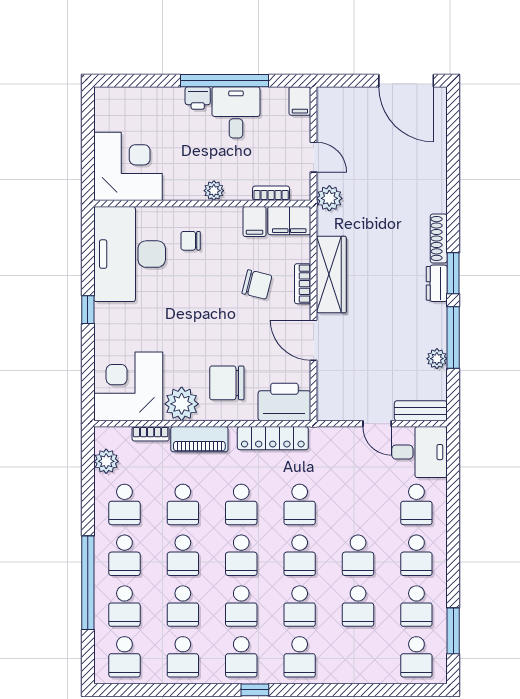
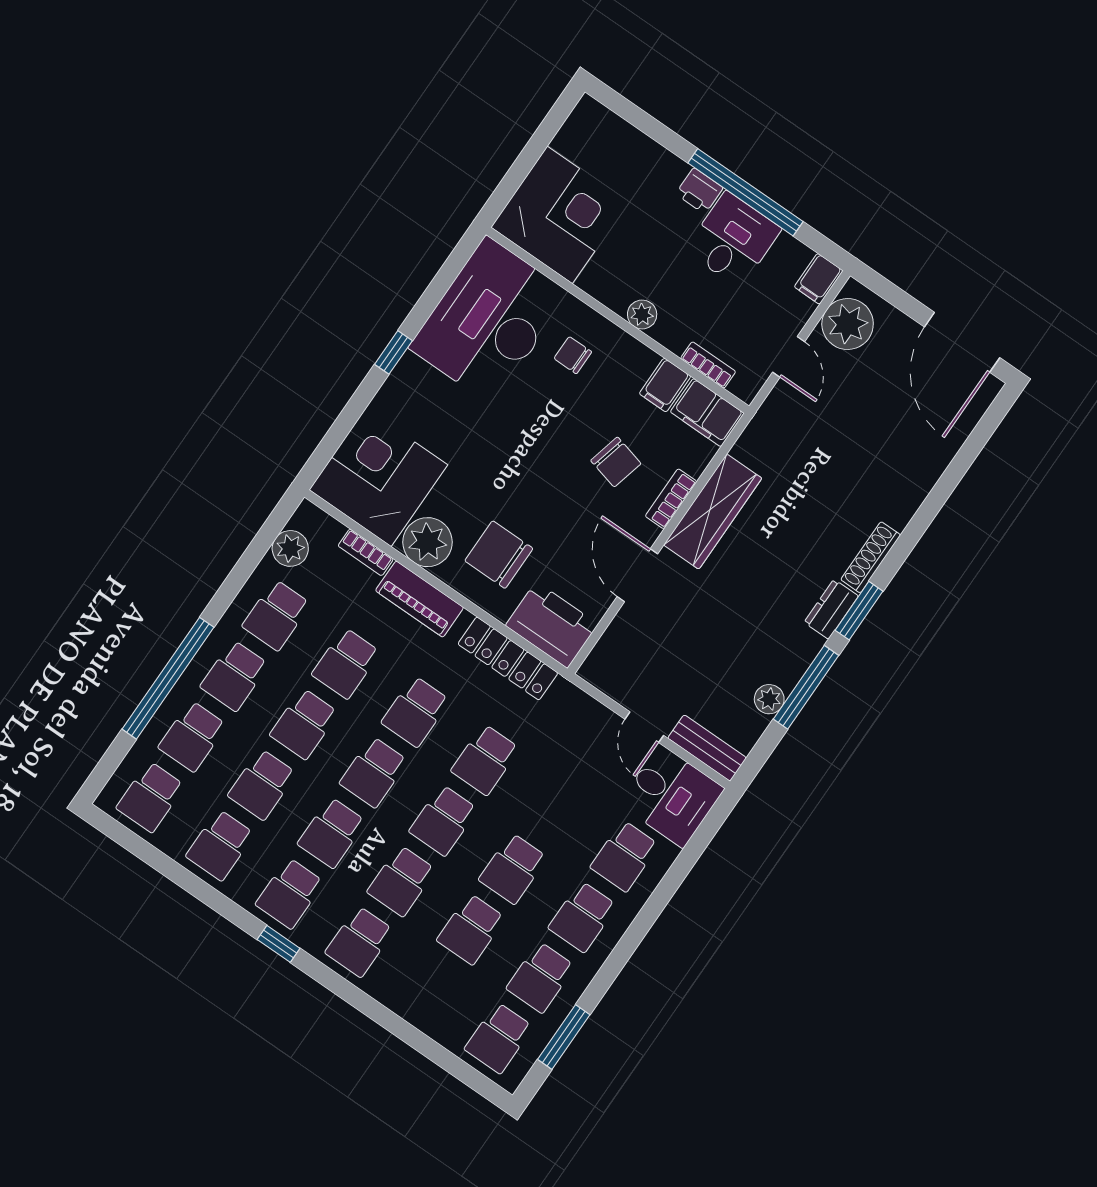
plant: (329, 198) -> (848, 324), moved, width x1.36, depth x1.36

